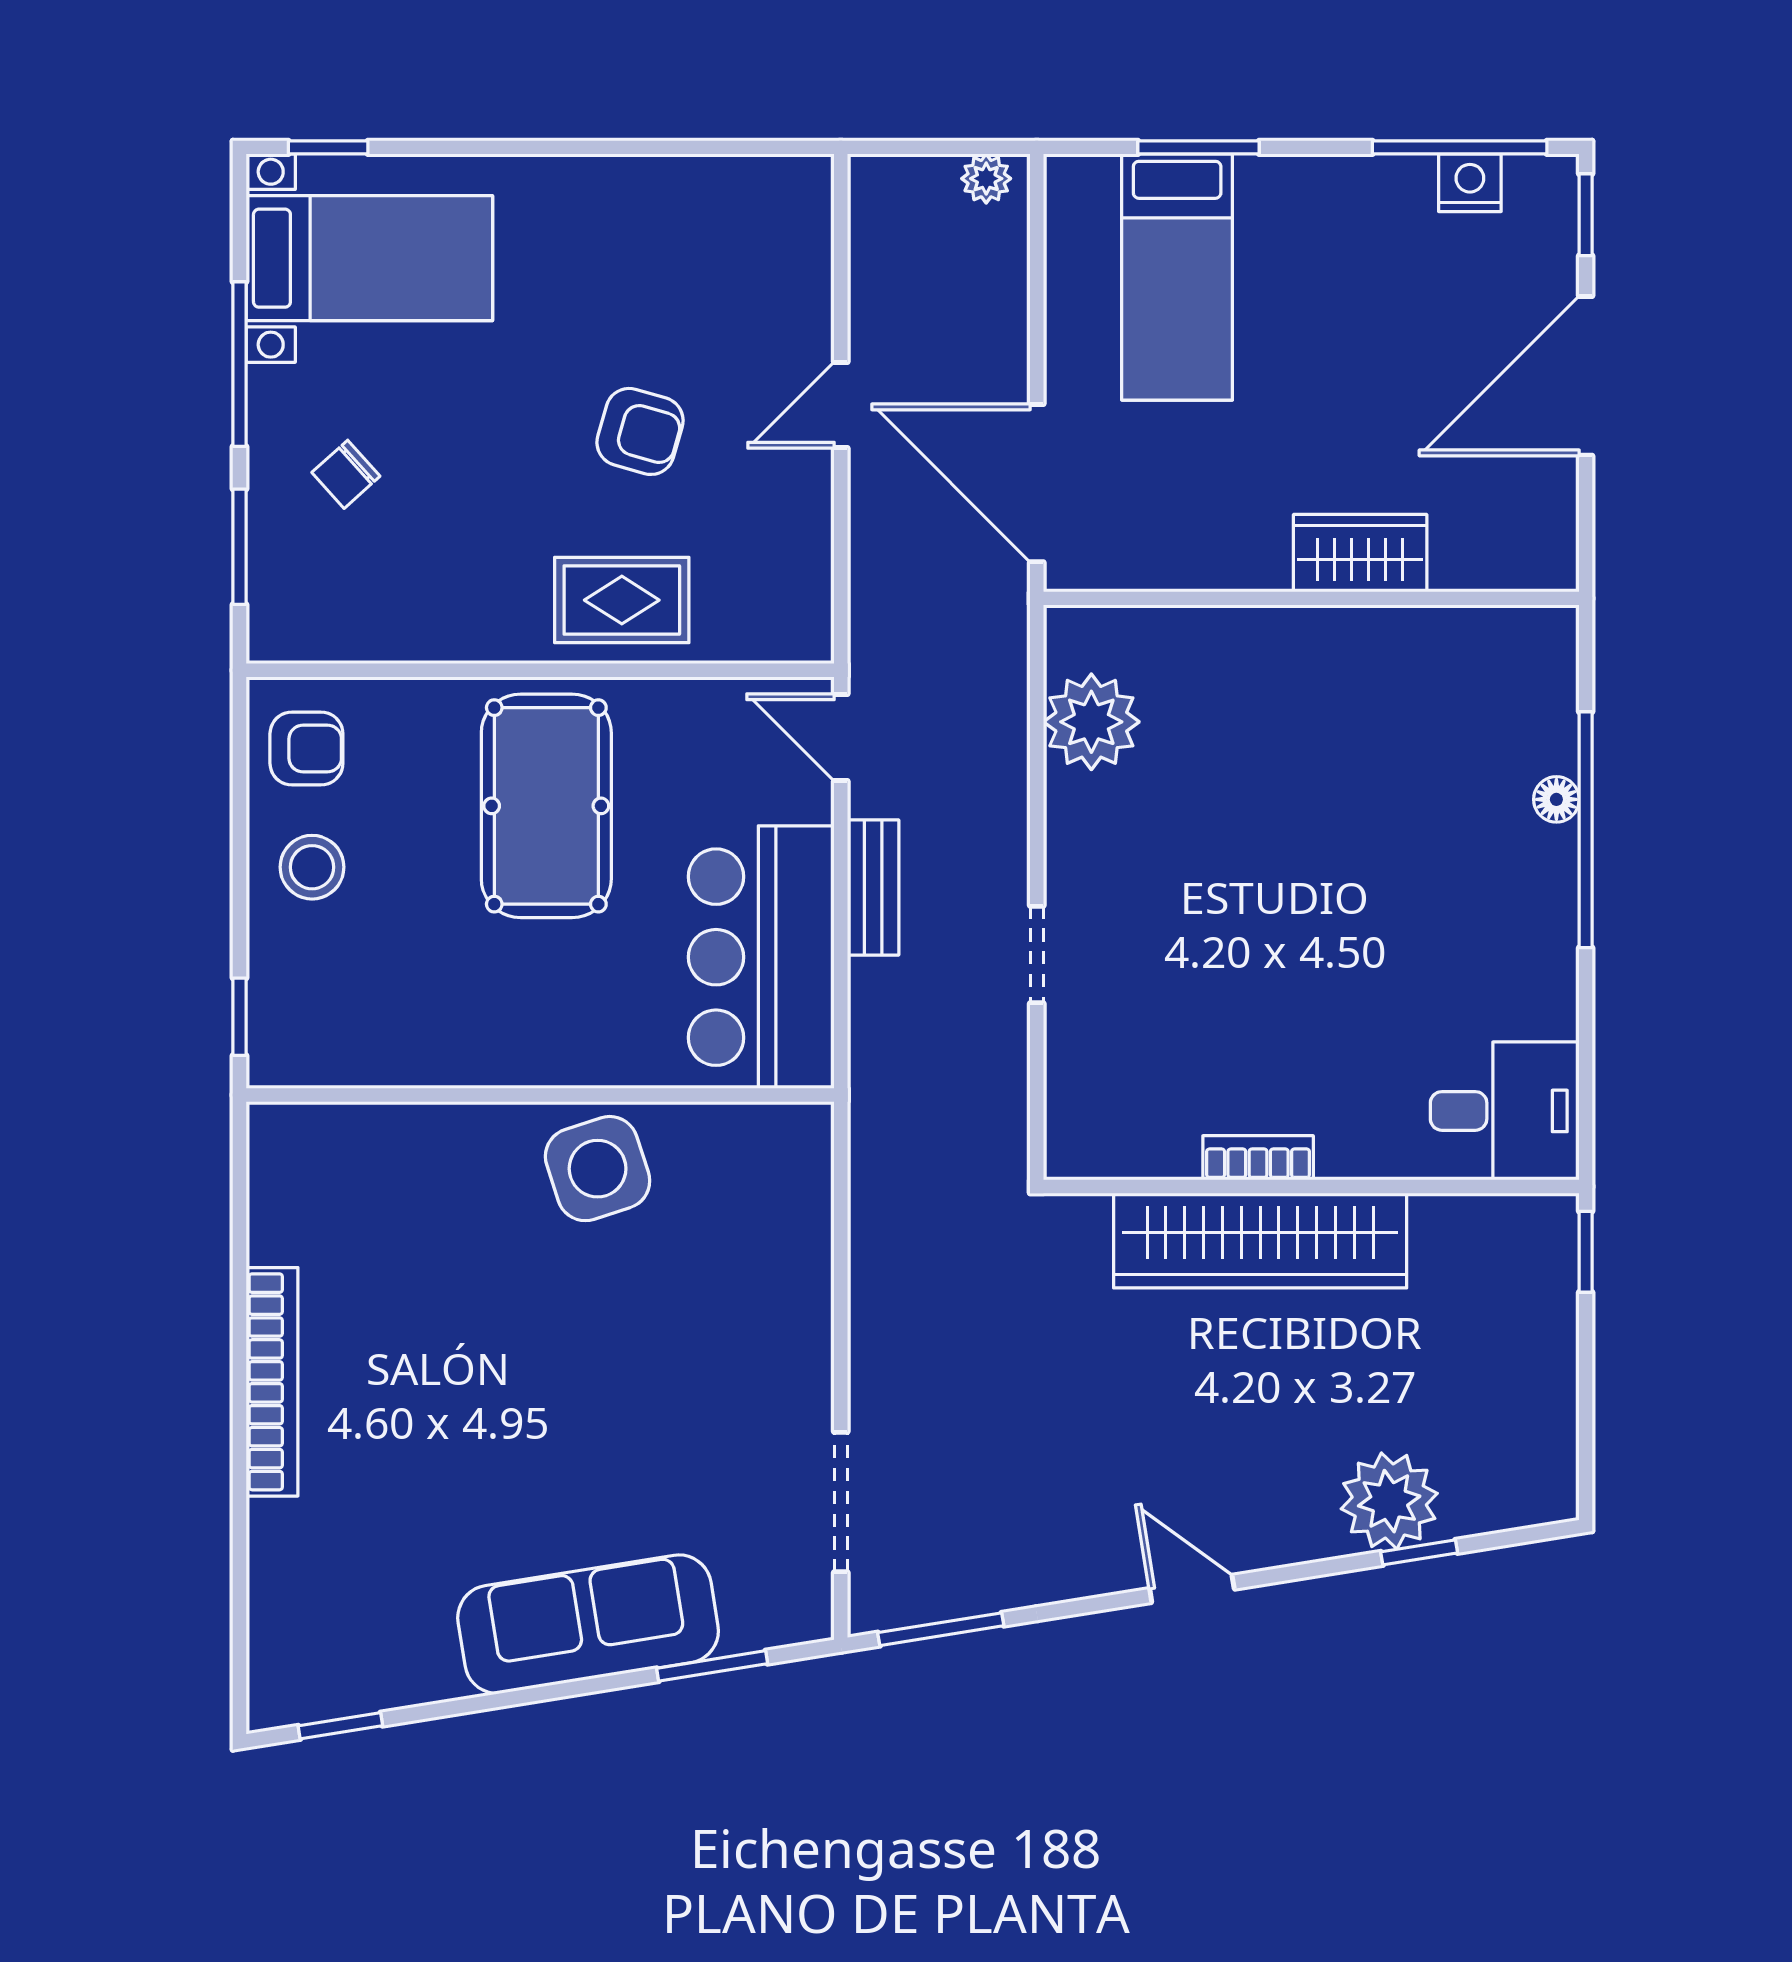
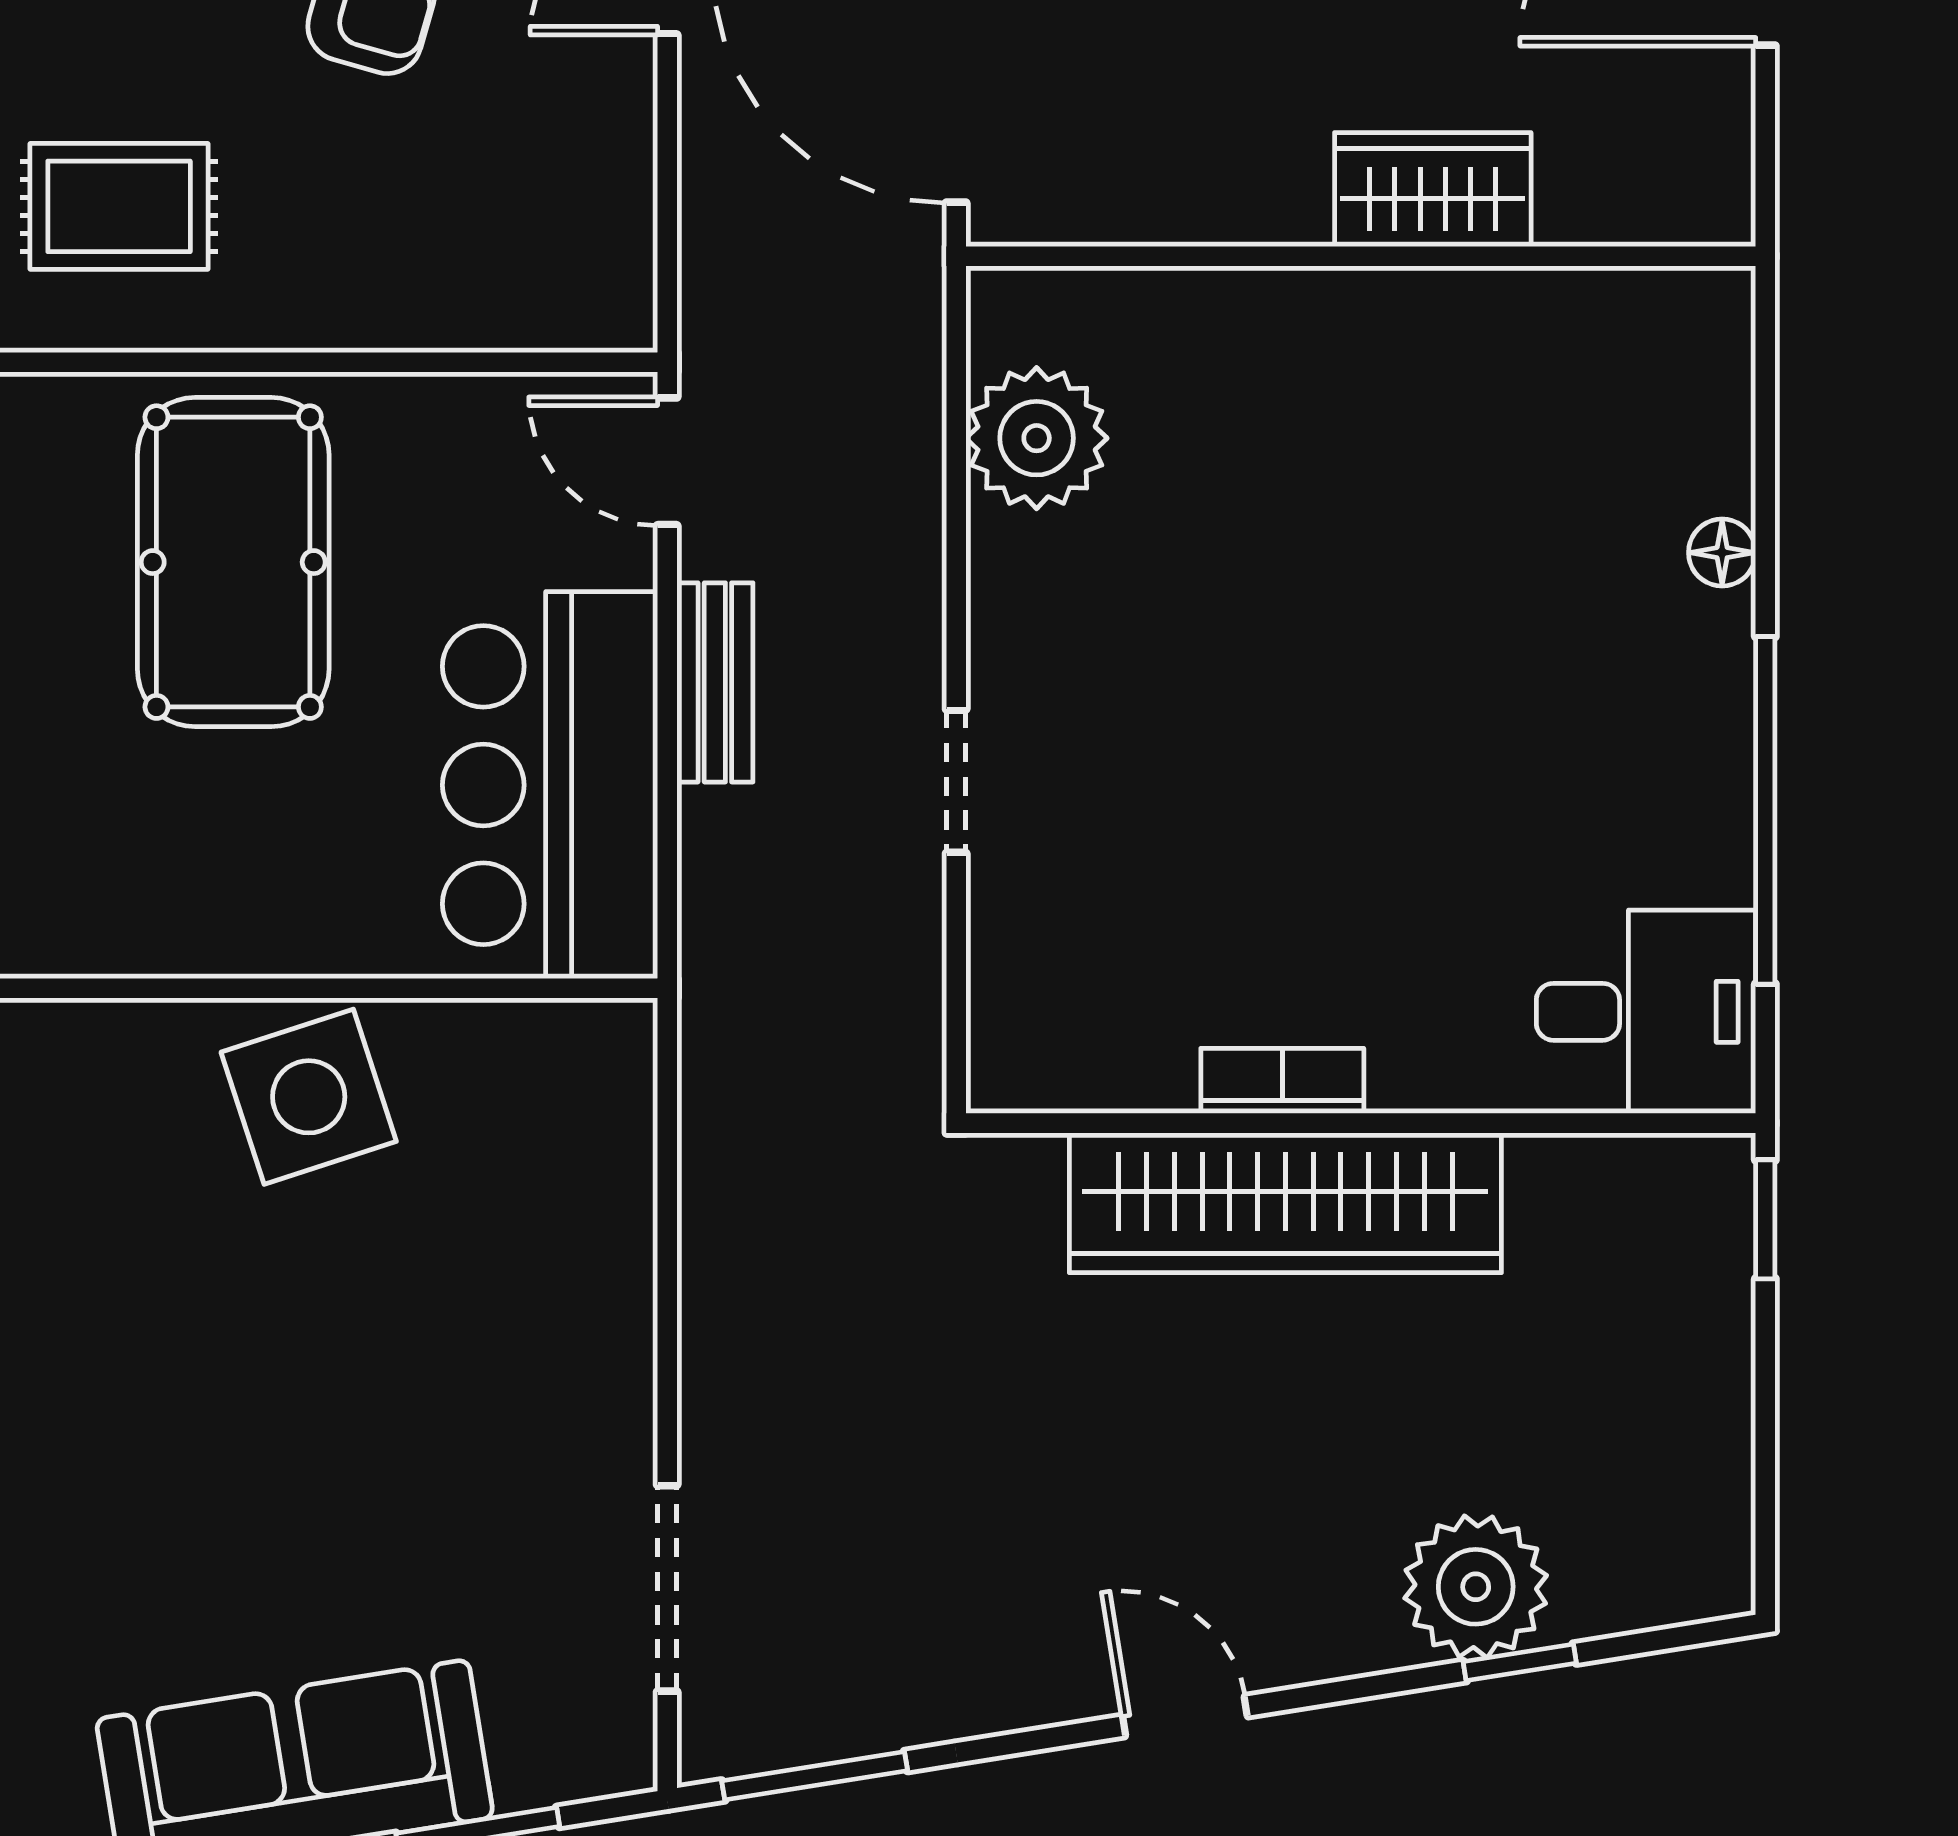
rug: (622, 600) -> (119, 206), moved
window: (1586, 830) -> (1765, 810), moved

